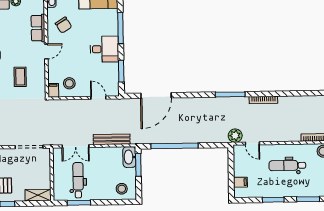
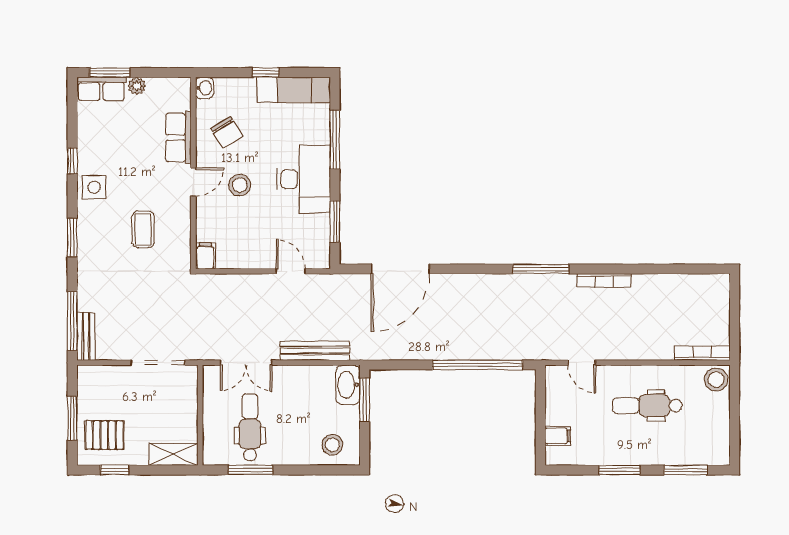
desk: (104, 49) -> (304, 179), width x1.37
stool: (69, 83) -> (240, 185), moved
plant: (235, 136) -> (549, 347), removed
window: (175, 146) -> (478, 365), moved

